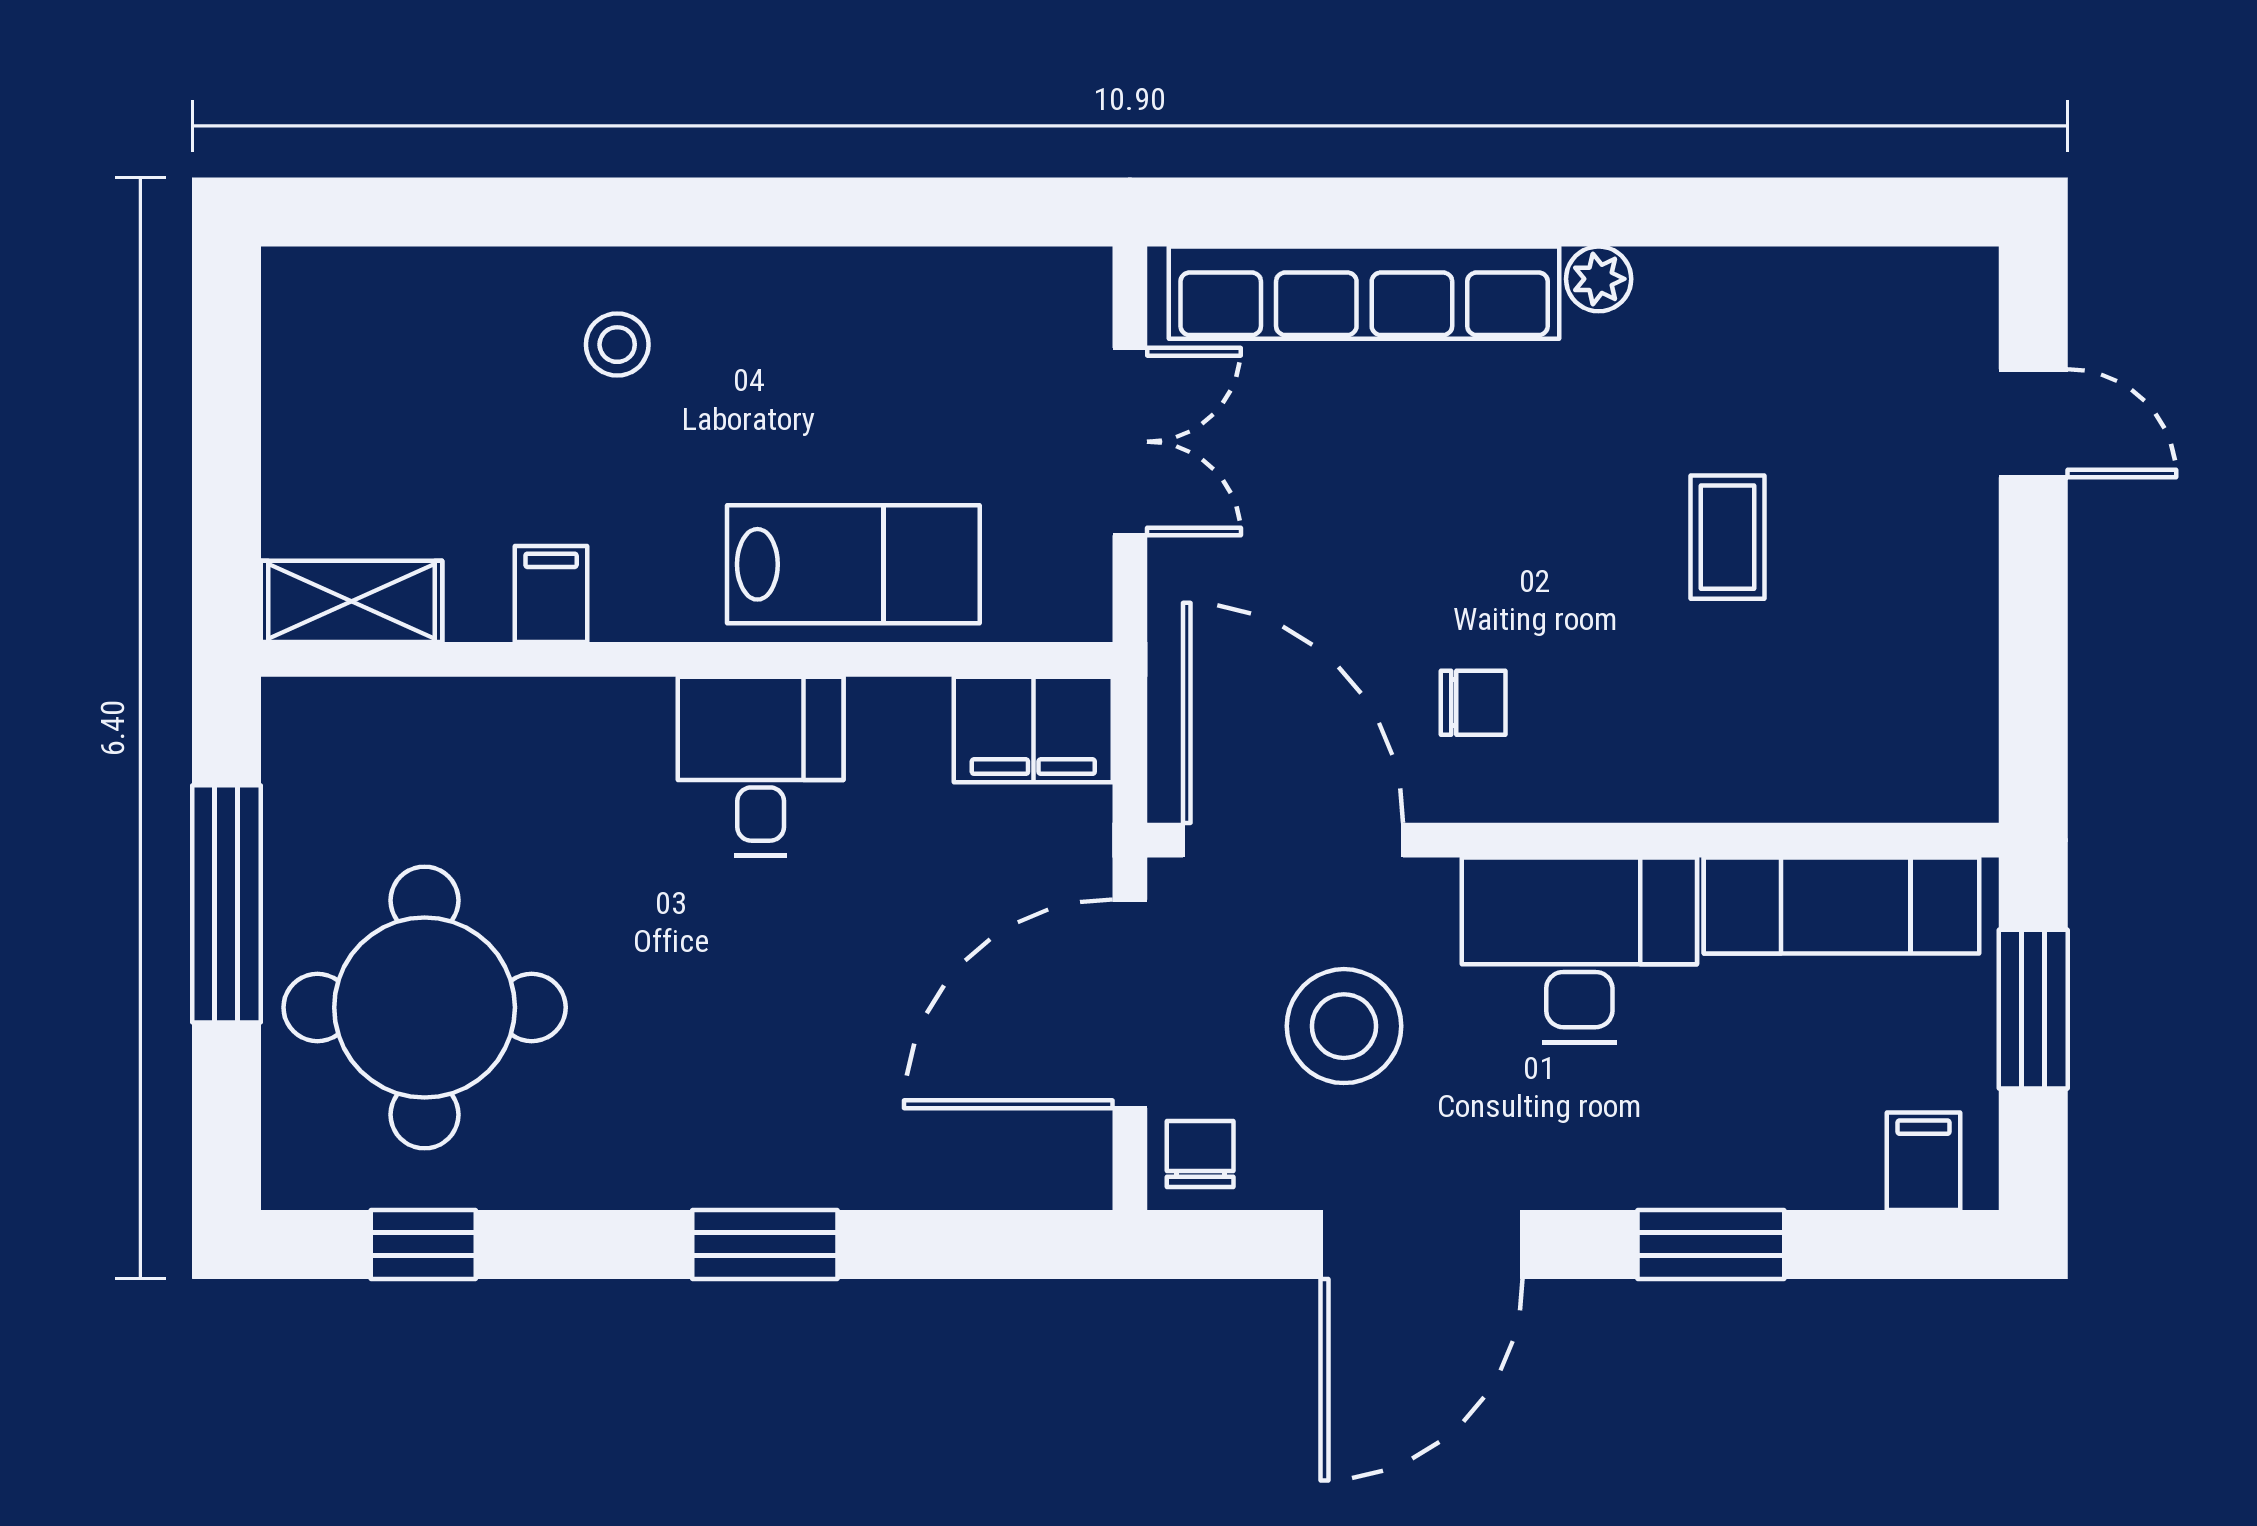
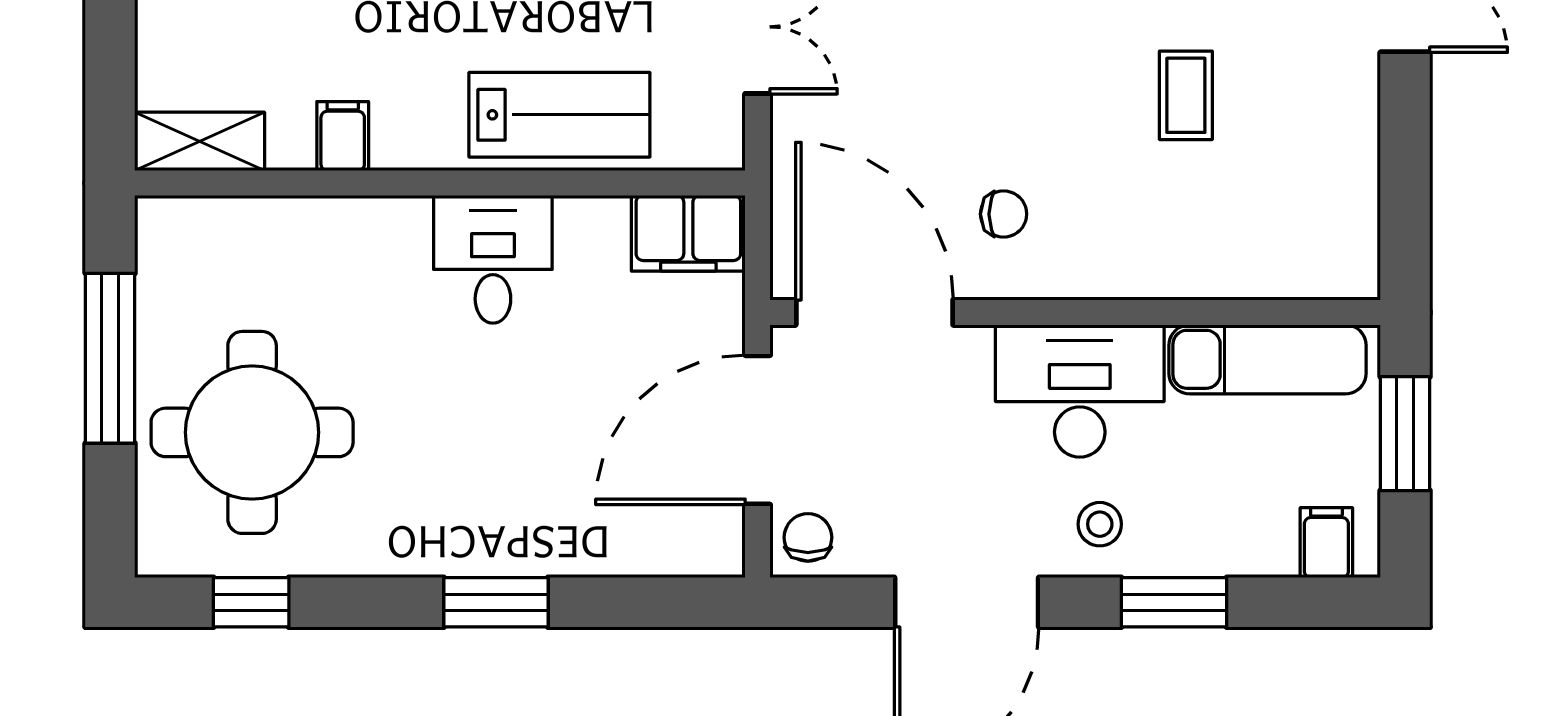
stool: (1344, 1026) -> (1100, 524), moved, width x0.53, depth x0.53

